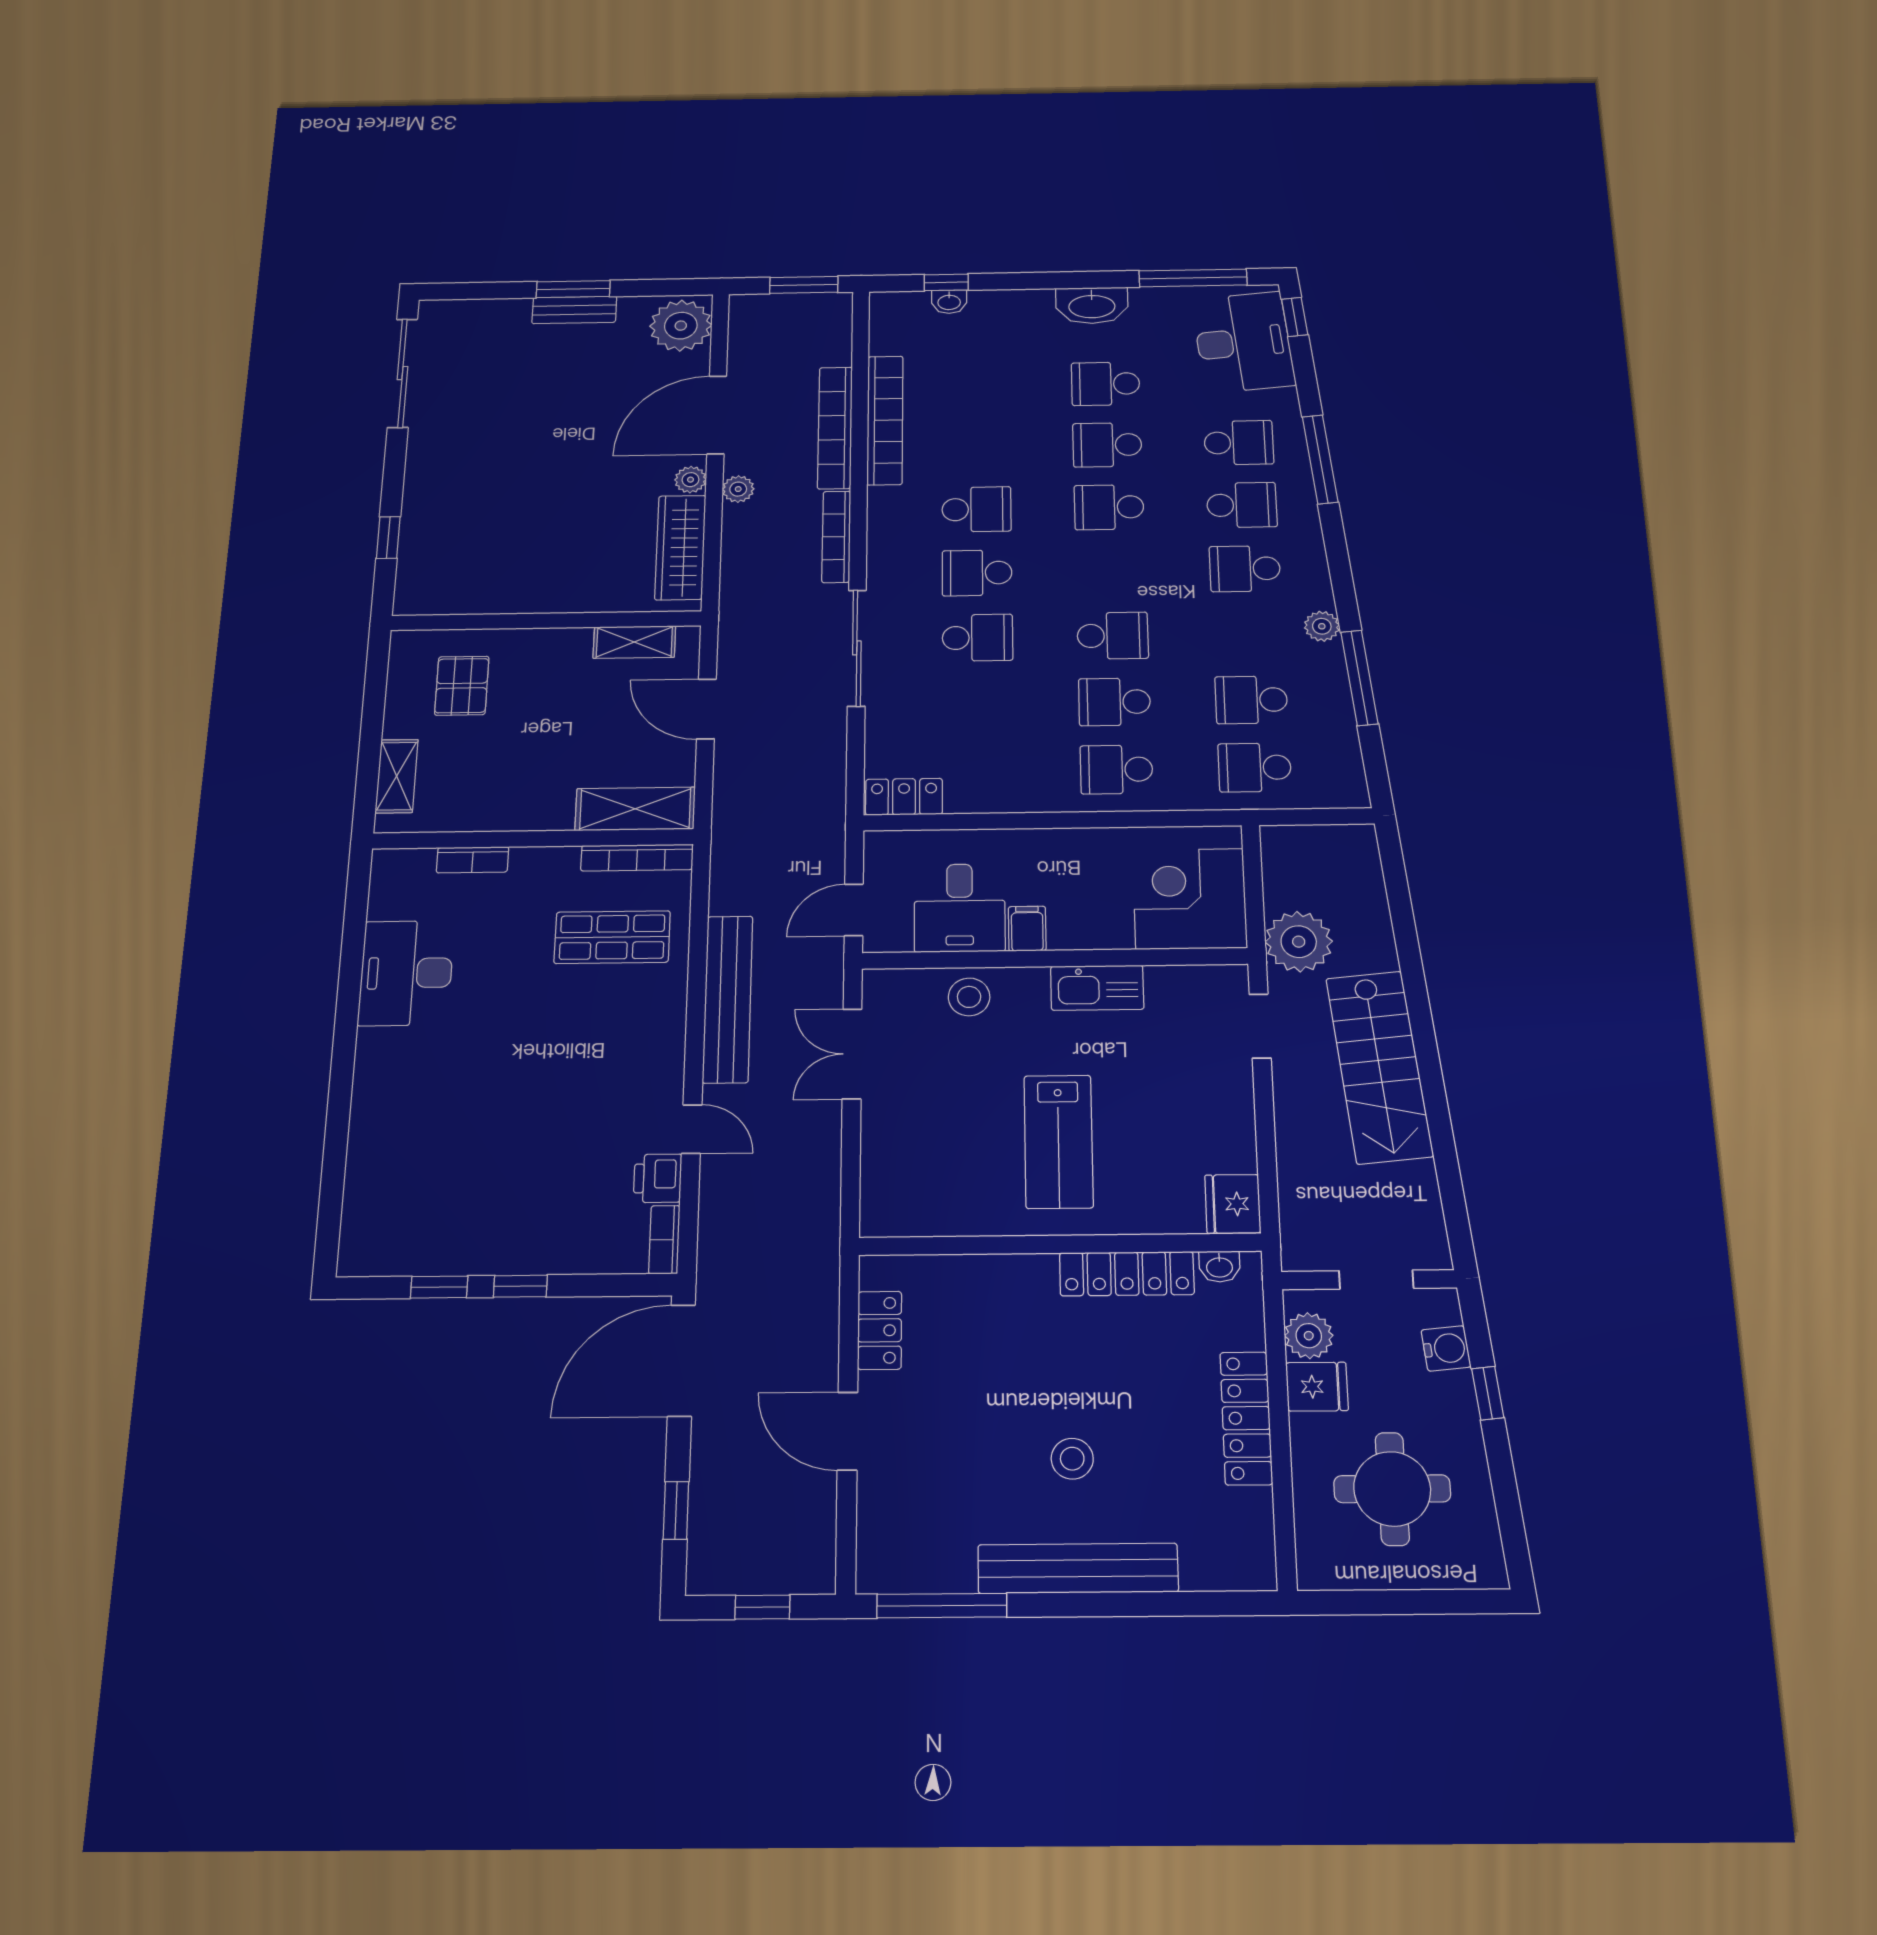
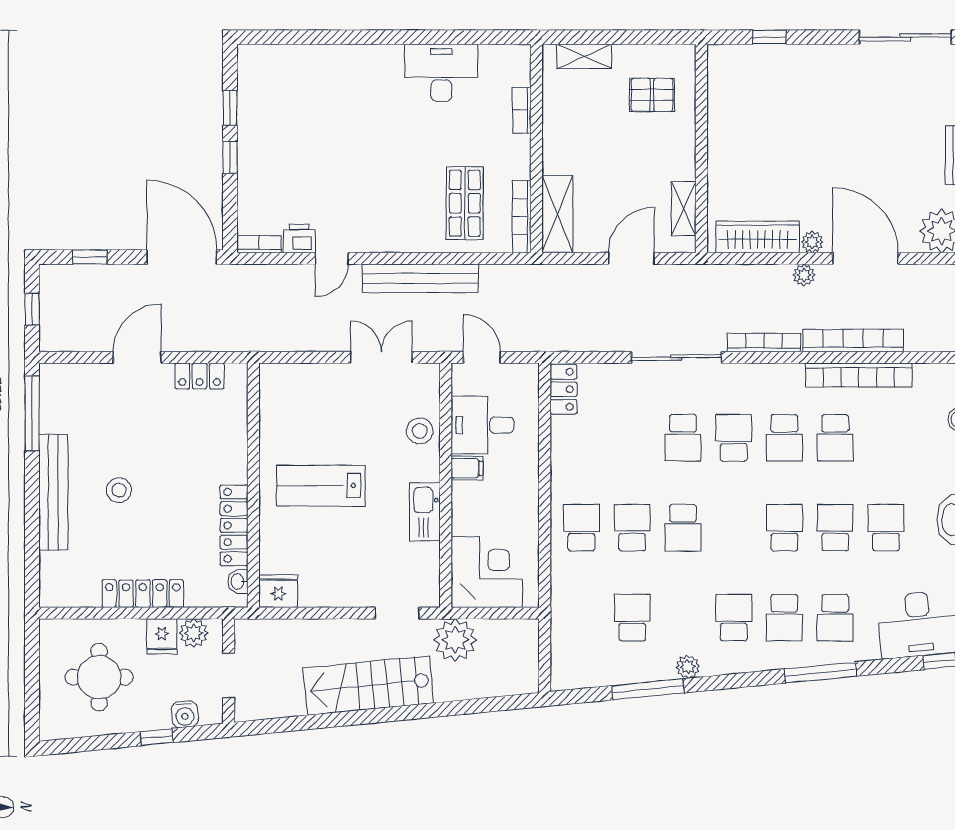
school desk: (1255, 767) -> (835, 438), moved, turned 180

